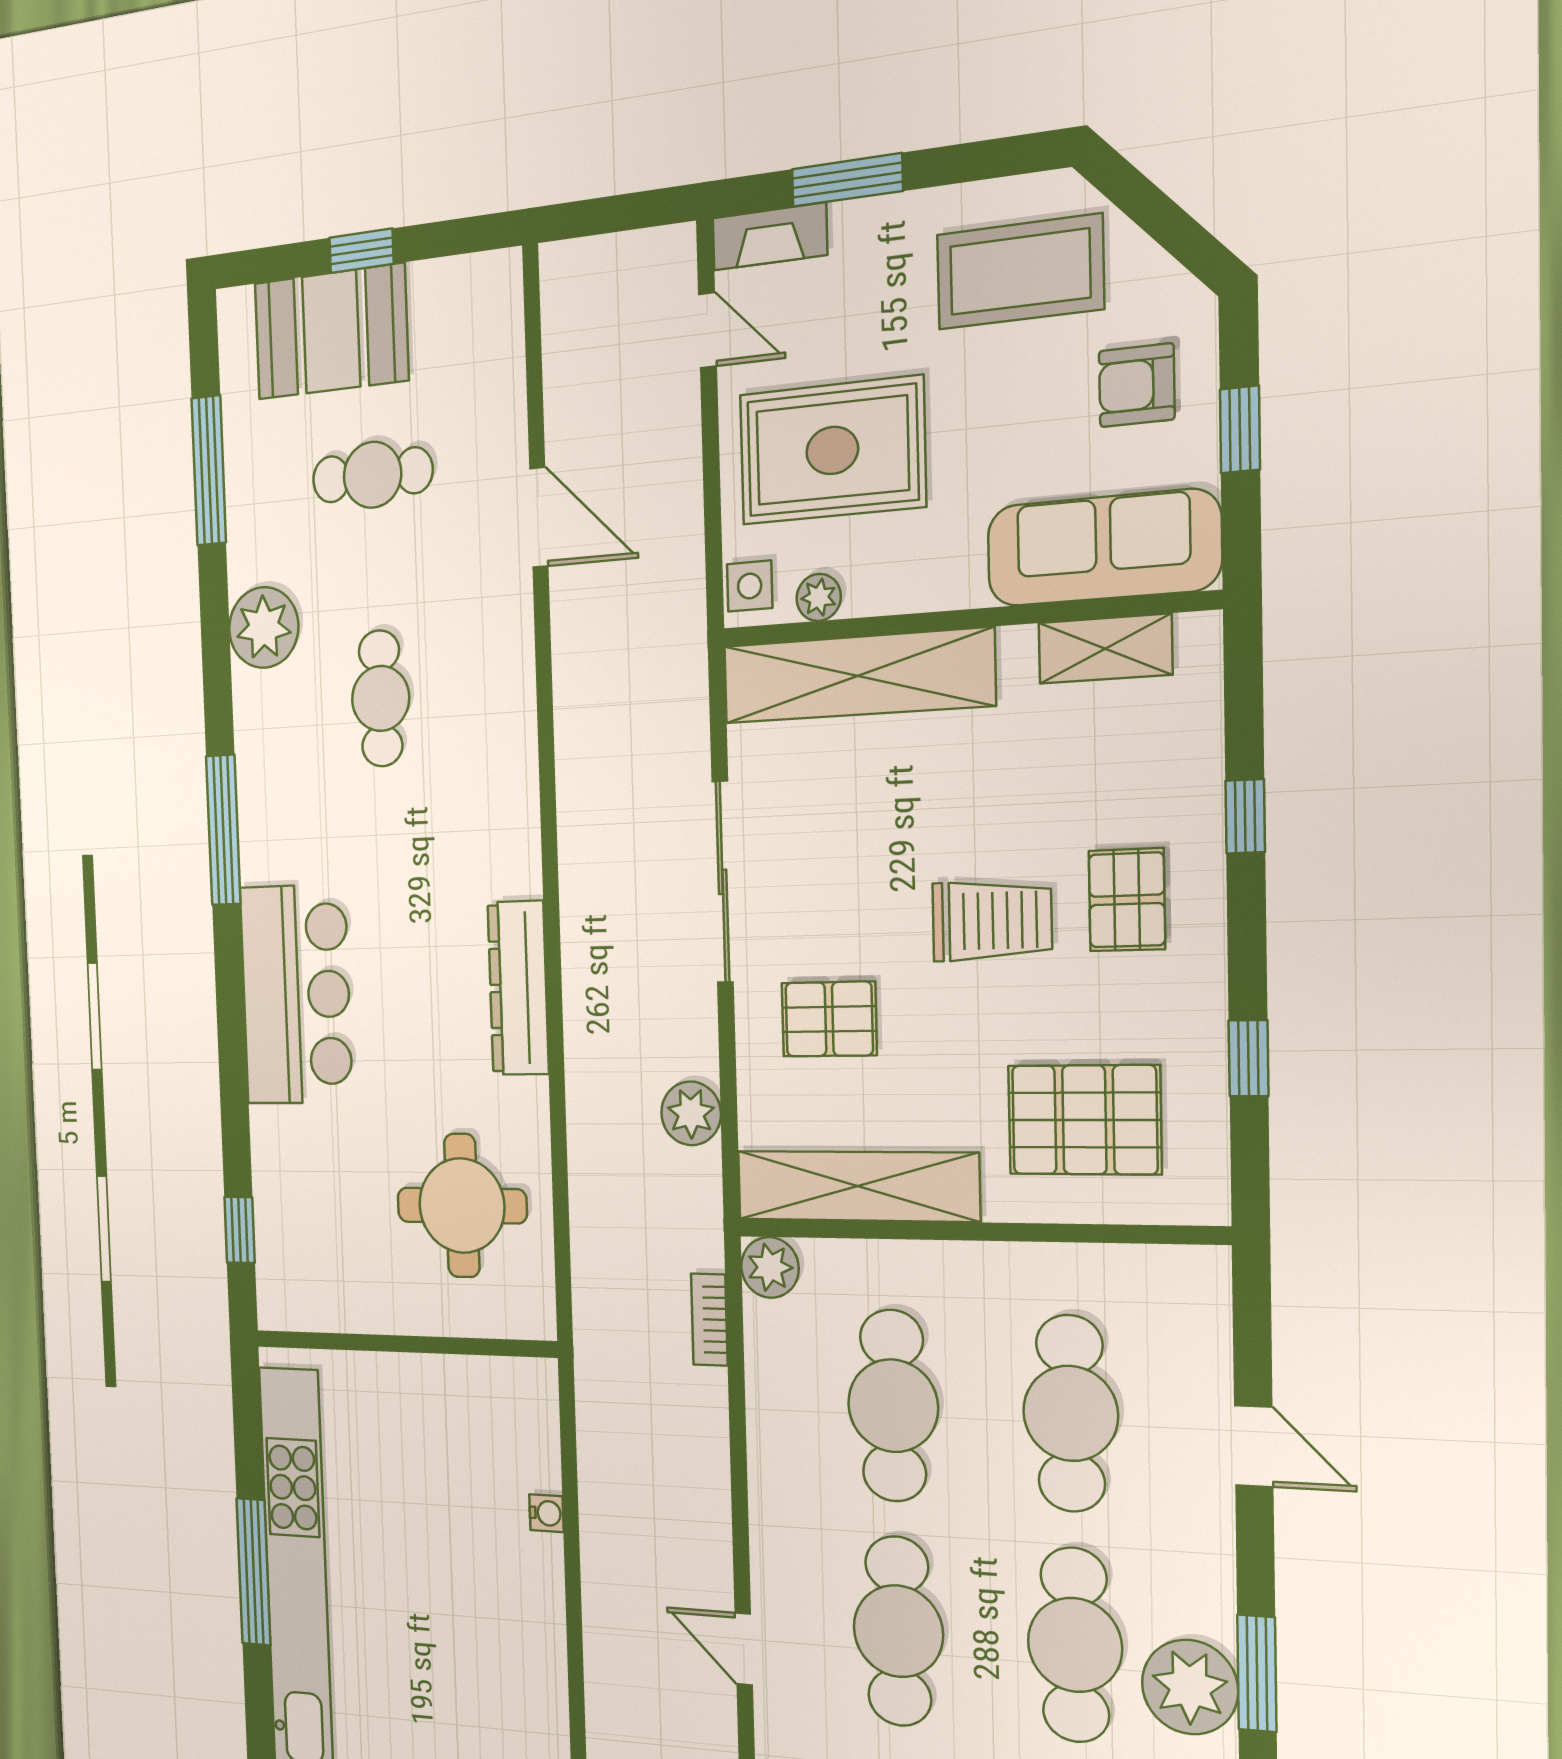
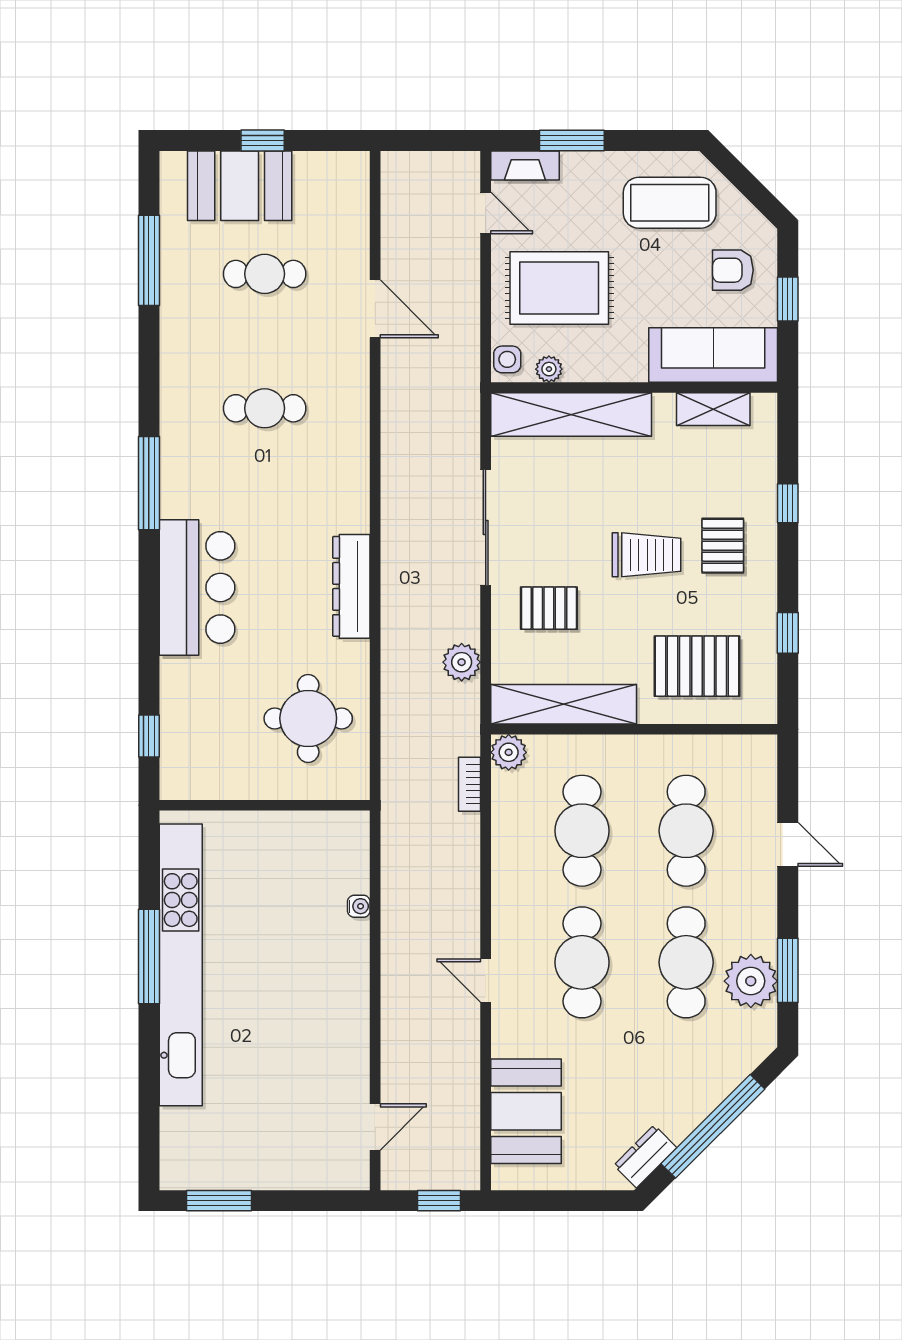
plant: (264, 627) -> (184, 360), removed
cafe table: (381, 698) -> (265, 408), turned 90

